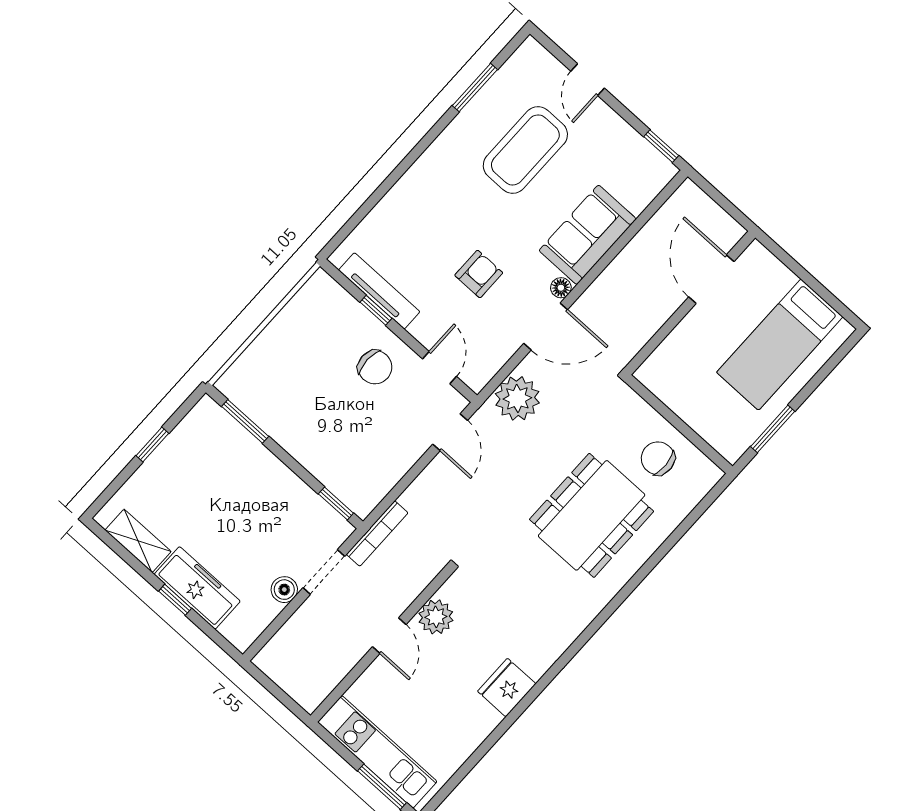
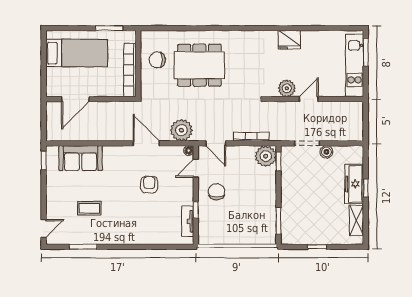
door: (588, 80) -> (44, 228), moved
coffee table: (525, 150) -> (89, 208), width x0.54, depth x0.58
sofa: (588, 235) -> (81, 158), moved
armchair: (479, 274) -> (149, 185), turned 90
floor lamp: (561, 288) -> (189, 151), moved
tv unit: (379, 291) -> (188, 221), width x0.71
bookcase: (680, 403) -> (130, 70), added
door: (450, 432) -> (216, 143), swing flipped
chair: (658, 458) -> (157, 60), turned 93
plant: (361, 491) -> (266, 156), added
bookcase: (377, 534) -> (251, 137), moved

